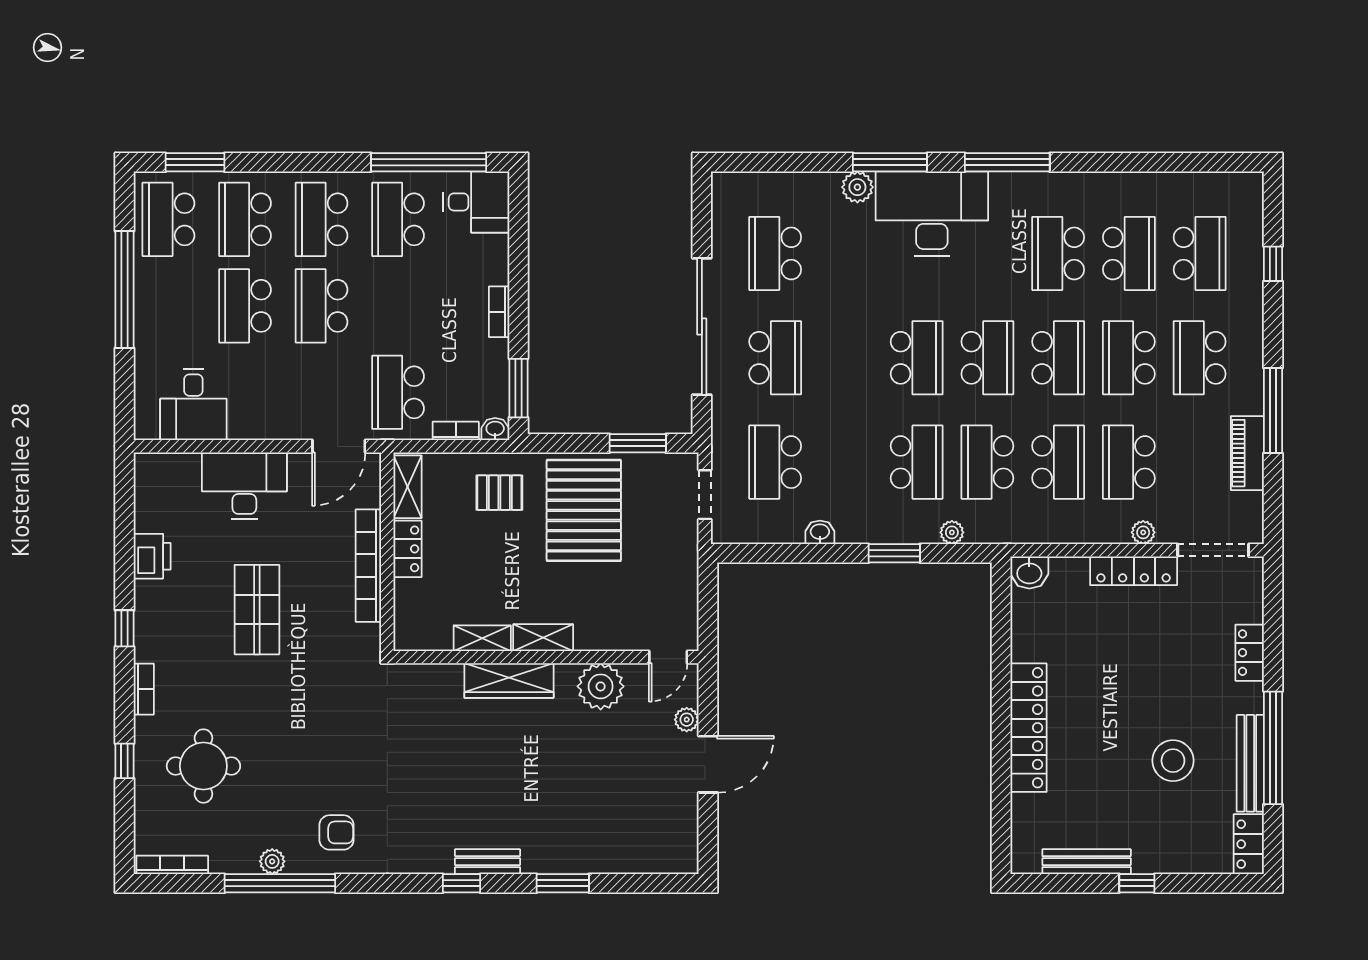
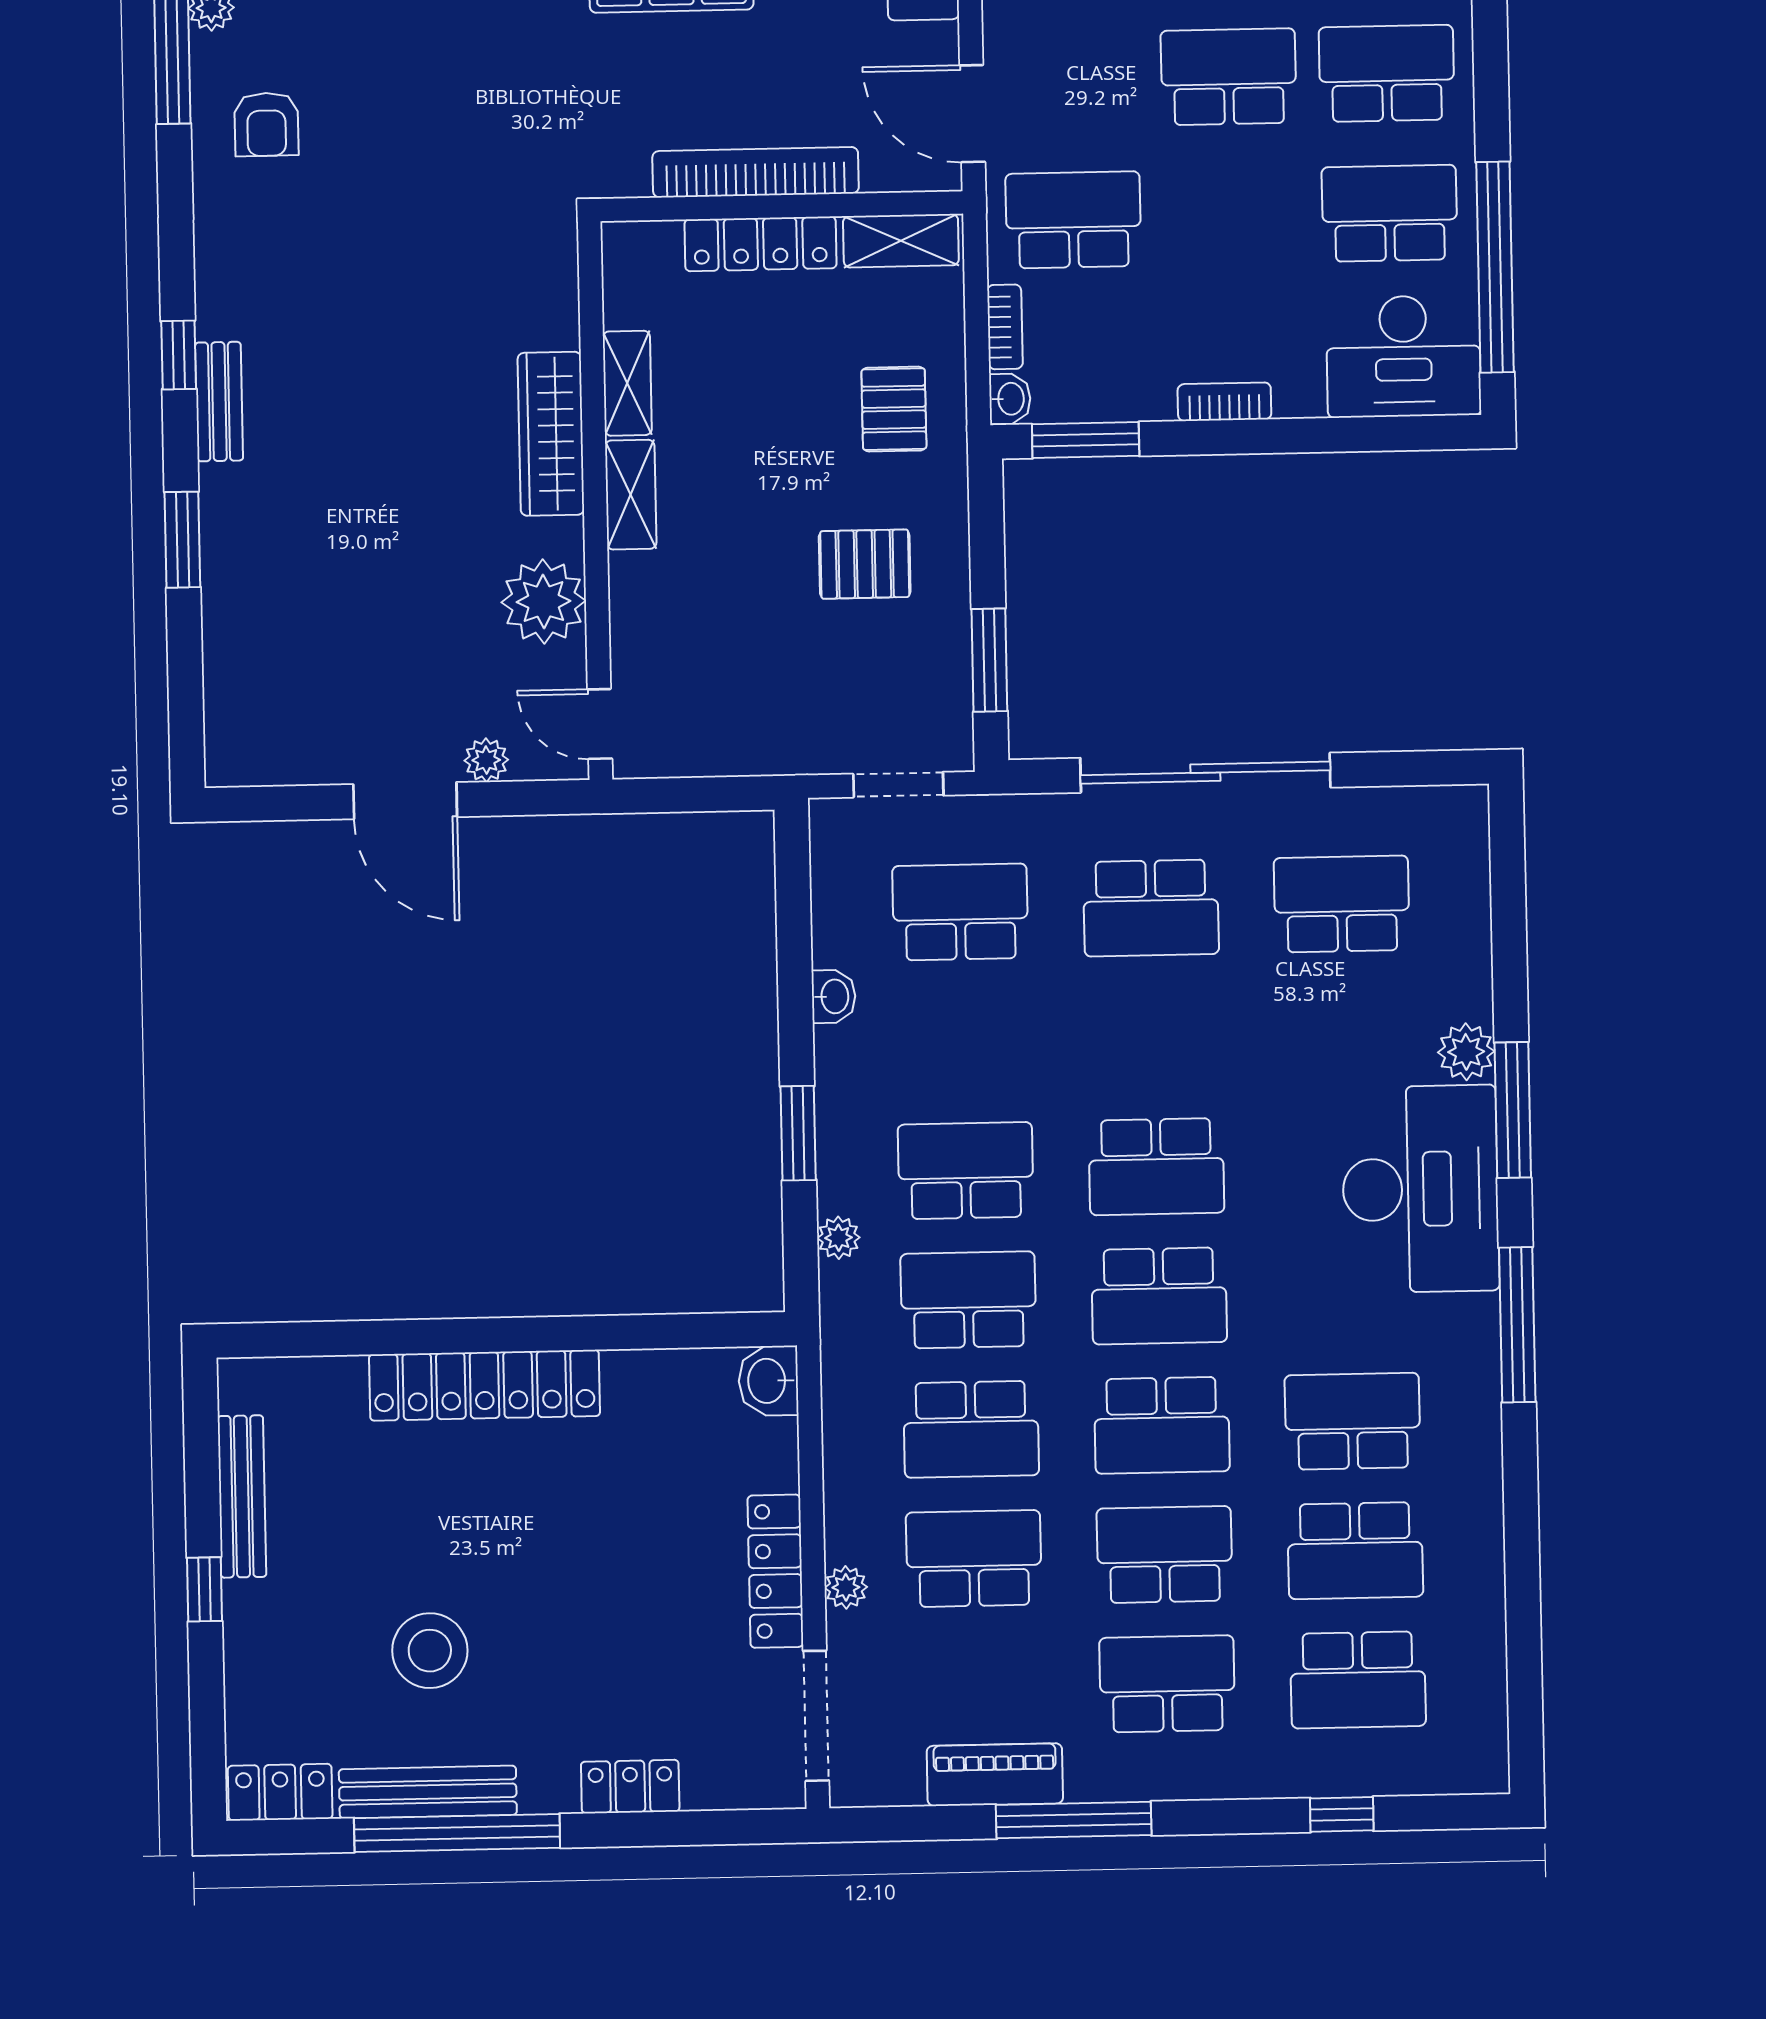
desk: (476, 202) -> (1403, 356), width x1.37
school desk: (917, 462) -> (966, 1171), turned 180
pallet: (584, 510) -> (865, 564), width x0.49, depth x0.50
locker: (407, 549) -> (760, 244), width x1.53

